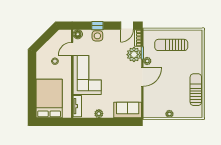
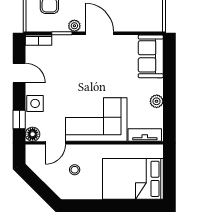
window: (97, 26) -> (19, 120), moved
door: (127, 26) -> (19, 73), moved
door: (72, 49) -> (55, 143), hinge flipped
plant: (134, 55) -> (64, 46), removed

